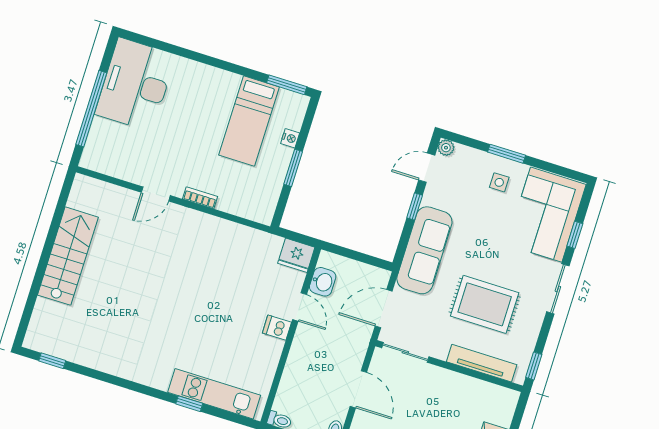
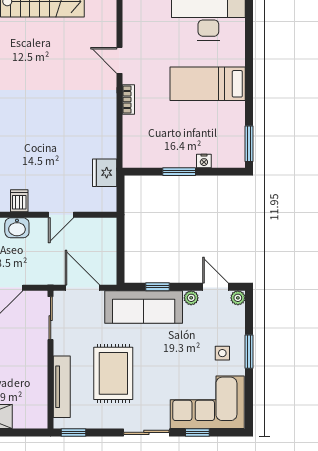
bed: (249, 121) -> (208, 84), moved
plant: (430, 197) -> (191, 298), added
window: (415, 206) -> (158, 287), moved
fridge: (296, 255) -> (105, 173), moved
washbasin: (323, 282) -> (17, 228), moved
dishwasher: (277, 328) -> (19, 201), moved

